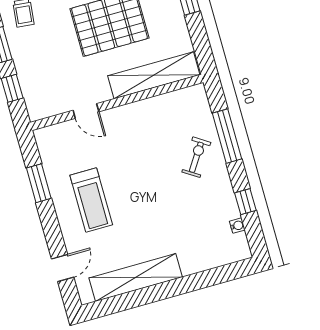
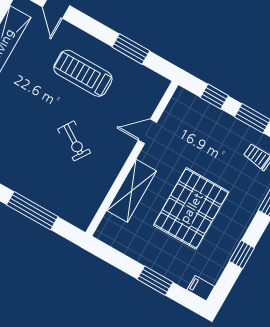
shelving: (154, 75) -> (132, 191), width x0.68
exercise bike: (196, 157) -> (74, 141), moved

